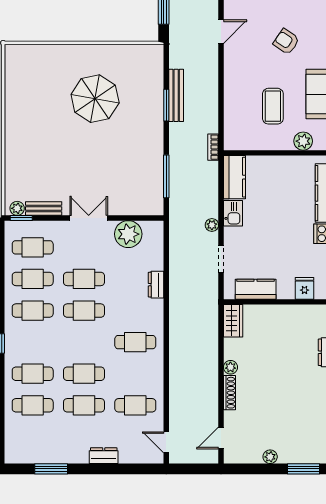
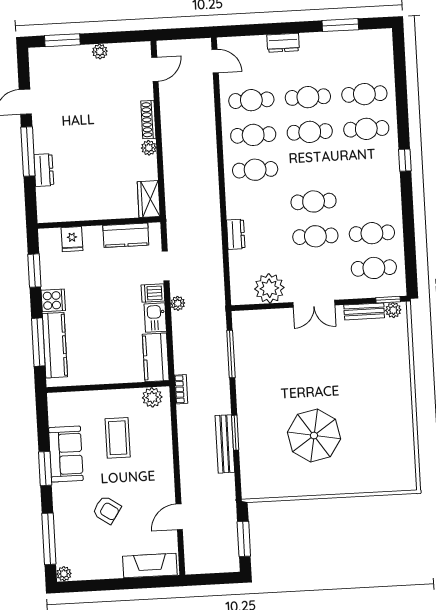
plant: (303, 141) -> (152, 397), moved
dishwasher: (234, 235) -> (153, 293), added
cafe table: (33, 311) -> (253, 135), moved

